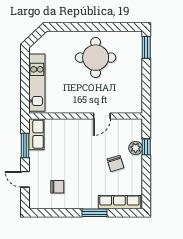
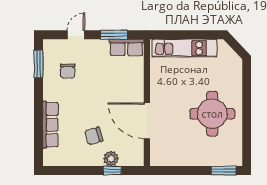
door: (102, 116) -> (147, 121), width x1.87
row of seats: (119, 202) -> (50, 125), moved
window: (95, 213) -> (38, 64), moved

